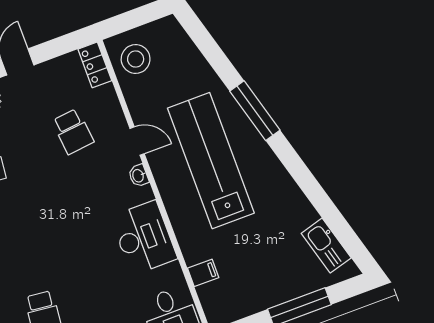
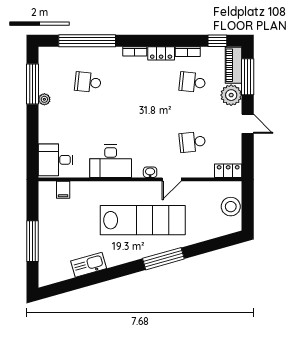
stool: (136, 59) -> (231, 207), moved
kitchen sink: (326, 246) -> (89, 265), moved
filing cabinet: (203, 273) -> (63, 190), moved

